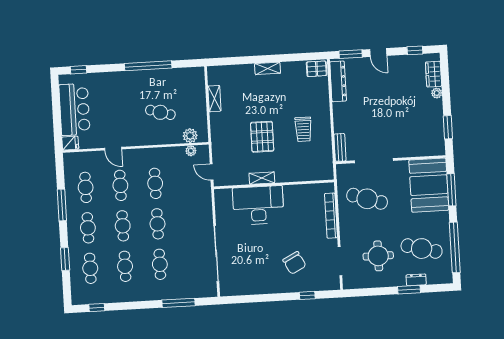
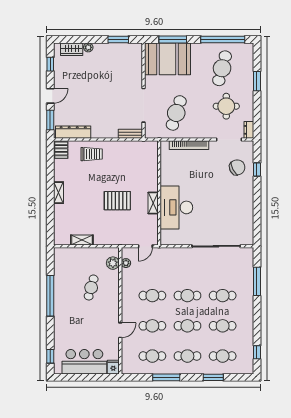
trolley: (303, 129) -> (92, 154), moved
chair: (294, 263) -> (237, 167), moved
dresser: (416, 280) -> (249, 130), moved

